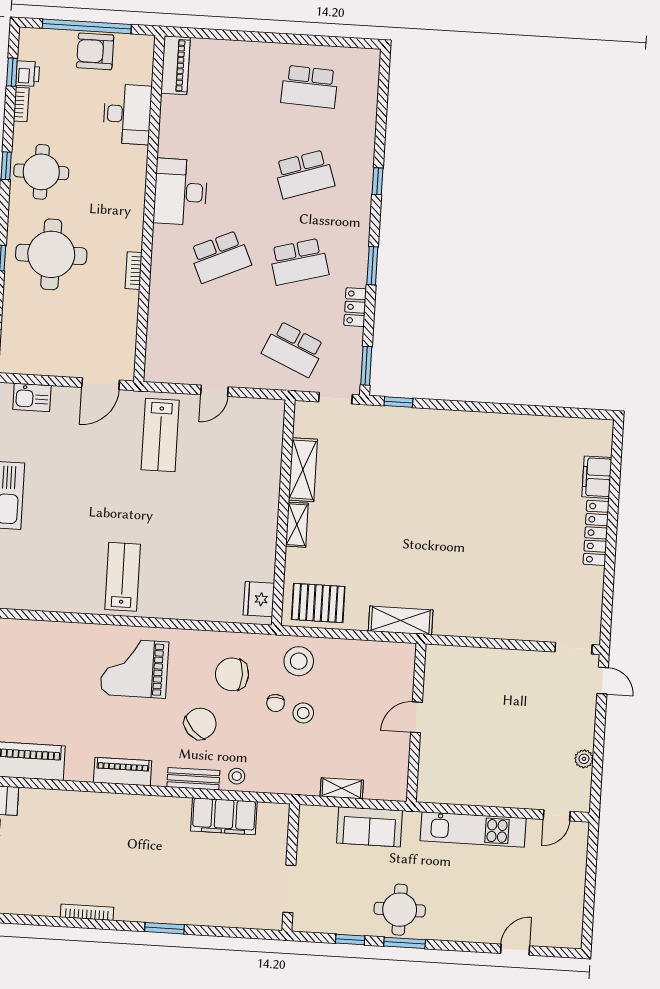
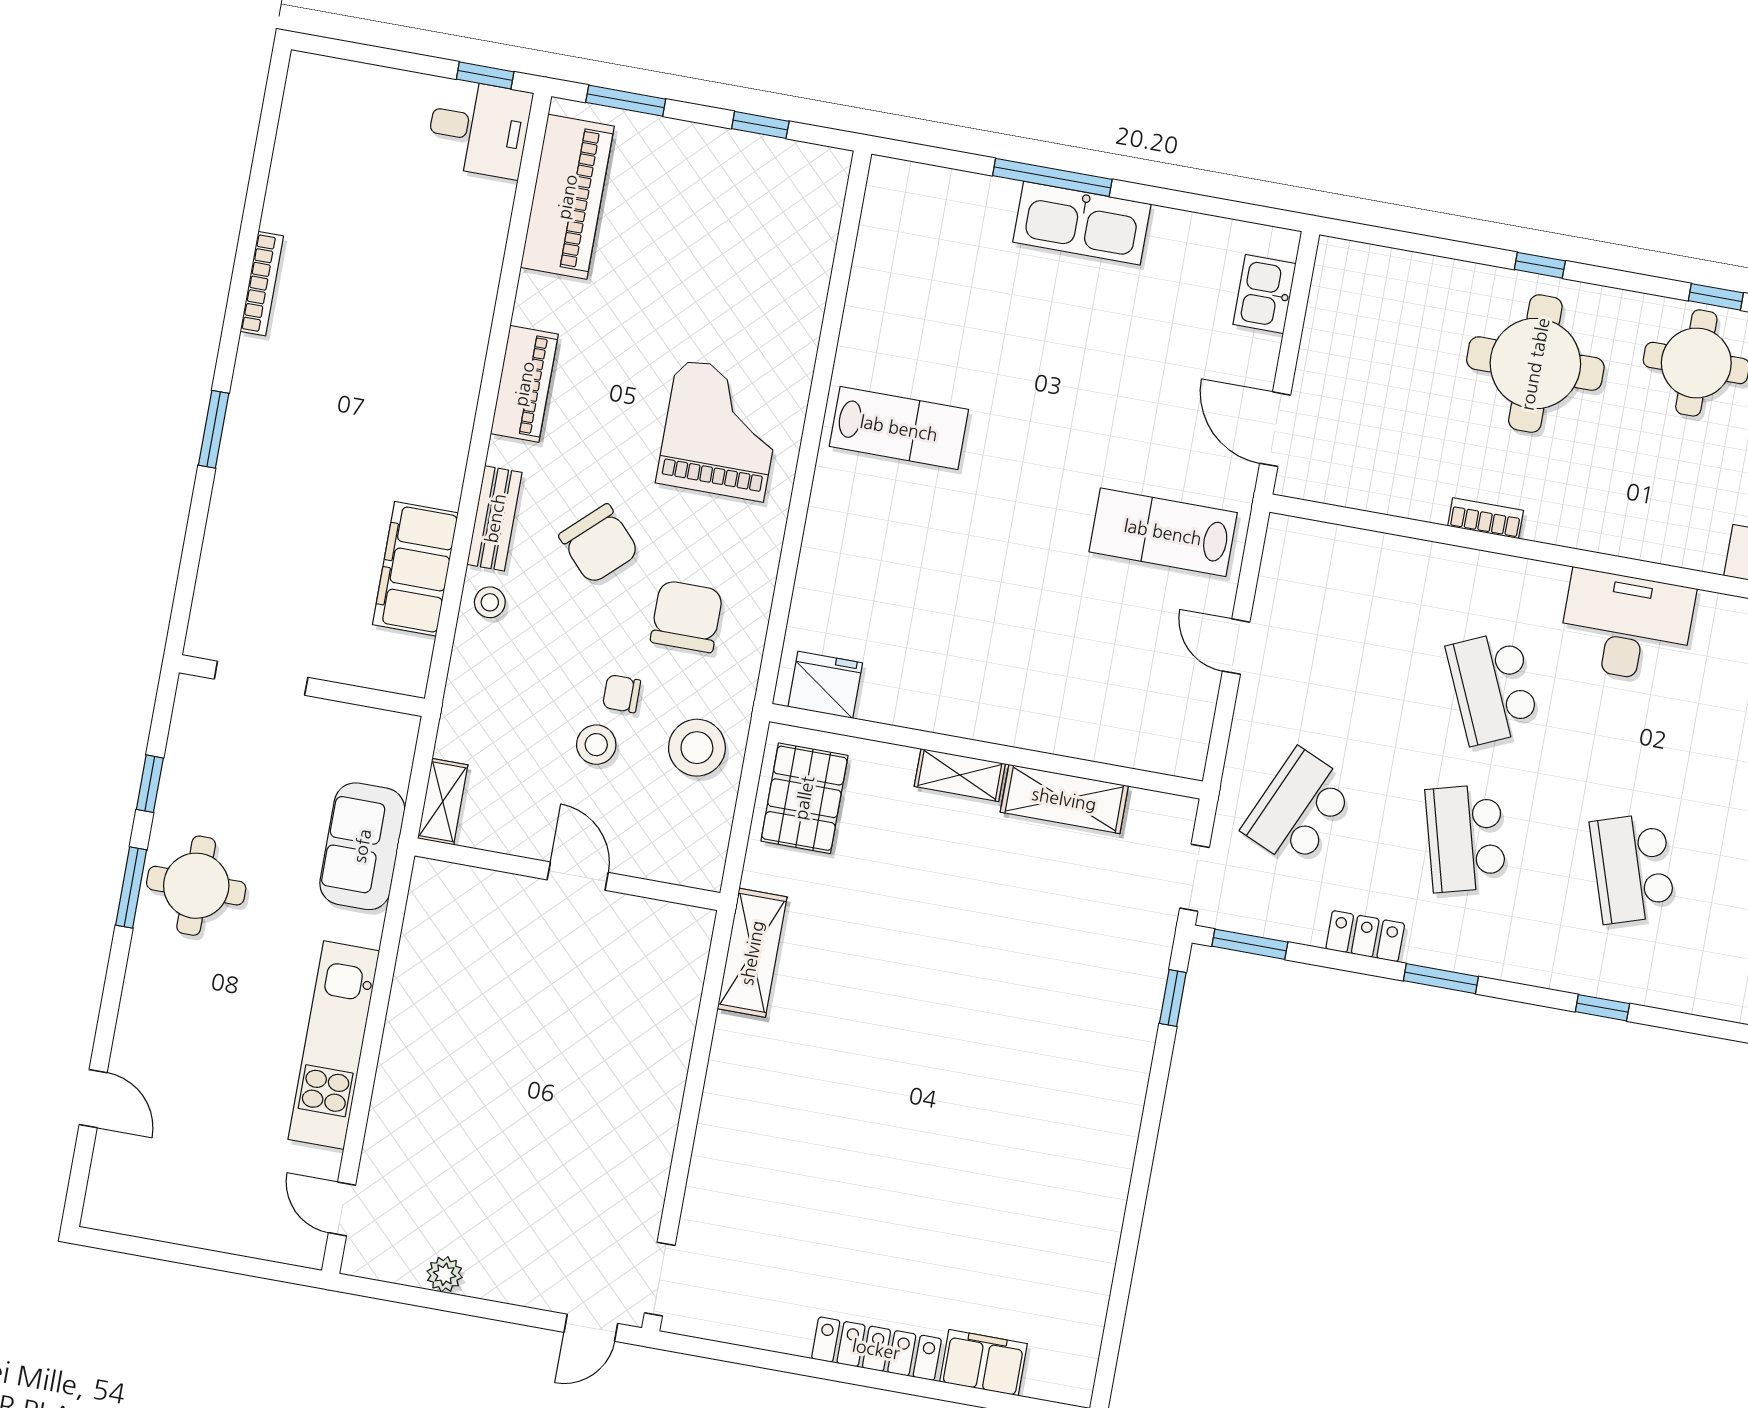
door: (416, 717) -> (578, 876), moved
wall: (416, 723) -> (567, 874), moved

